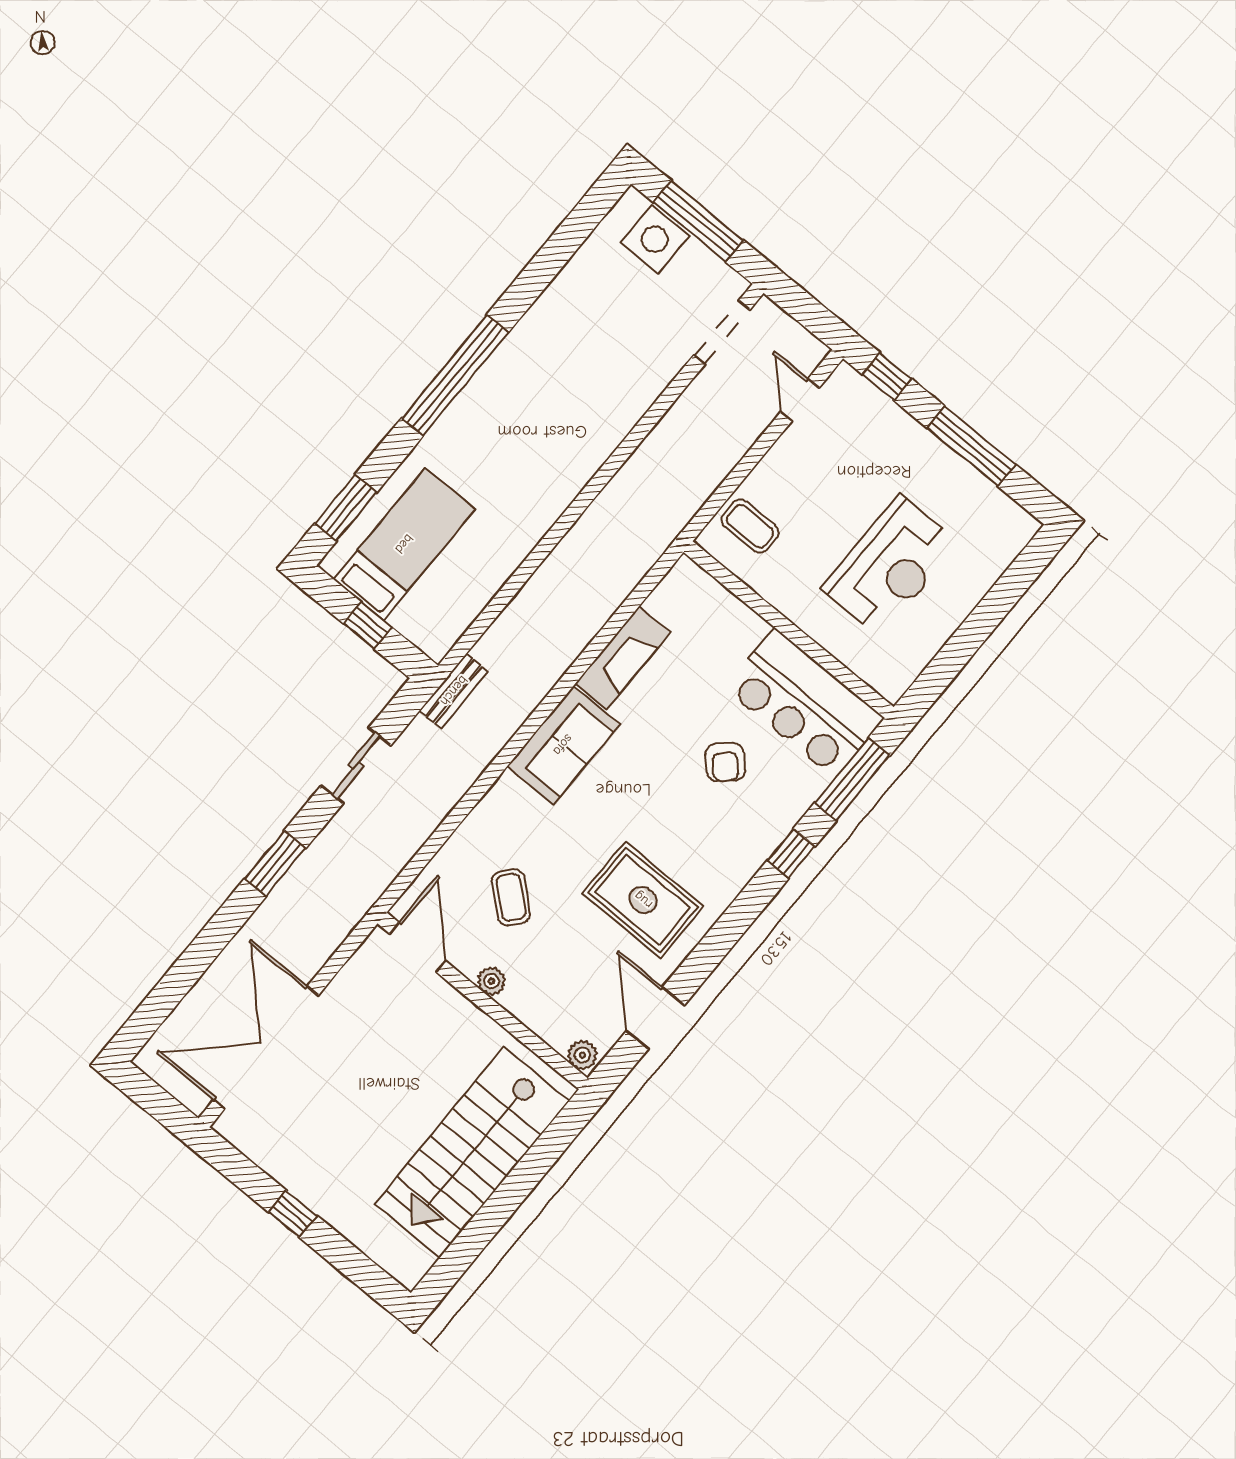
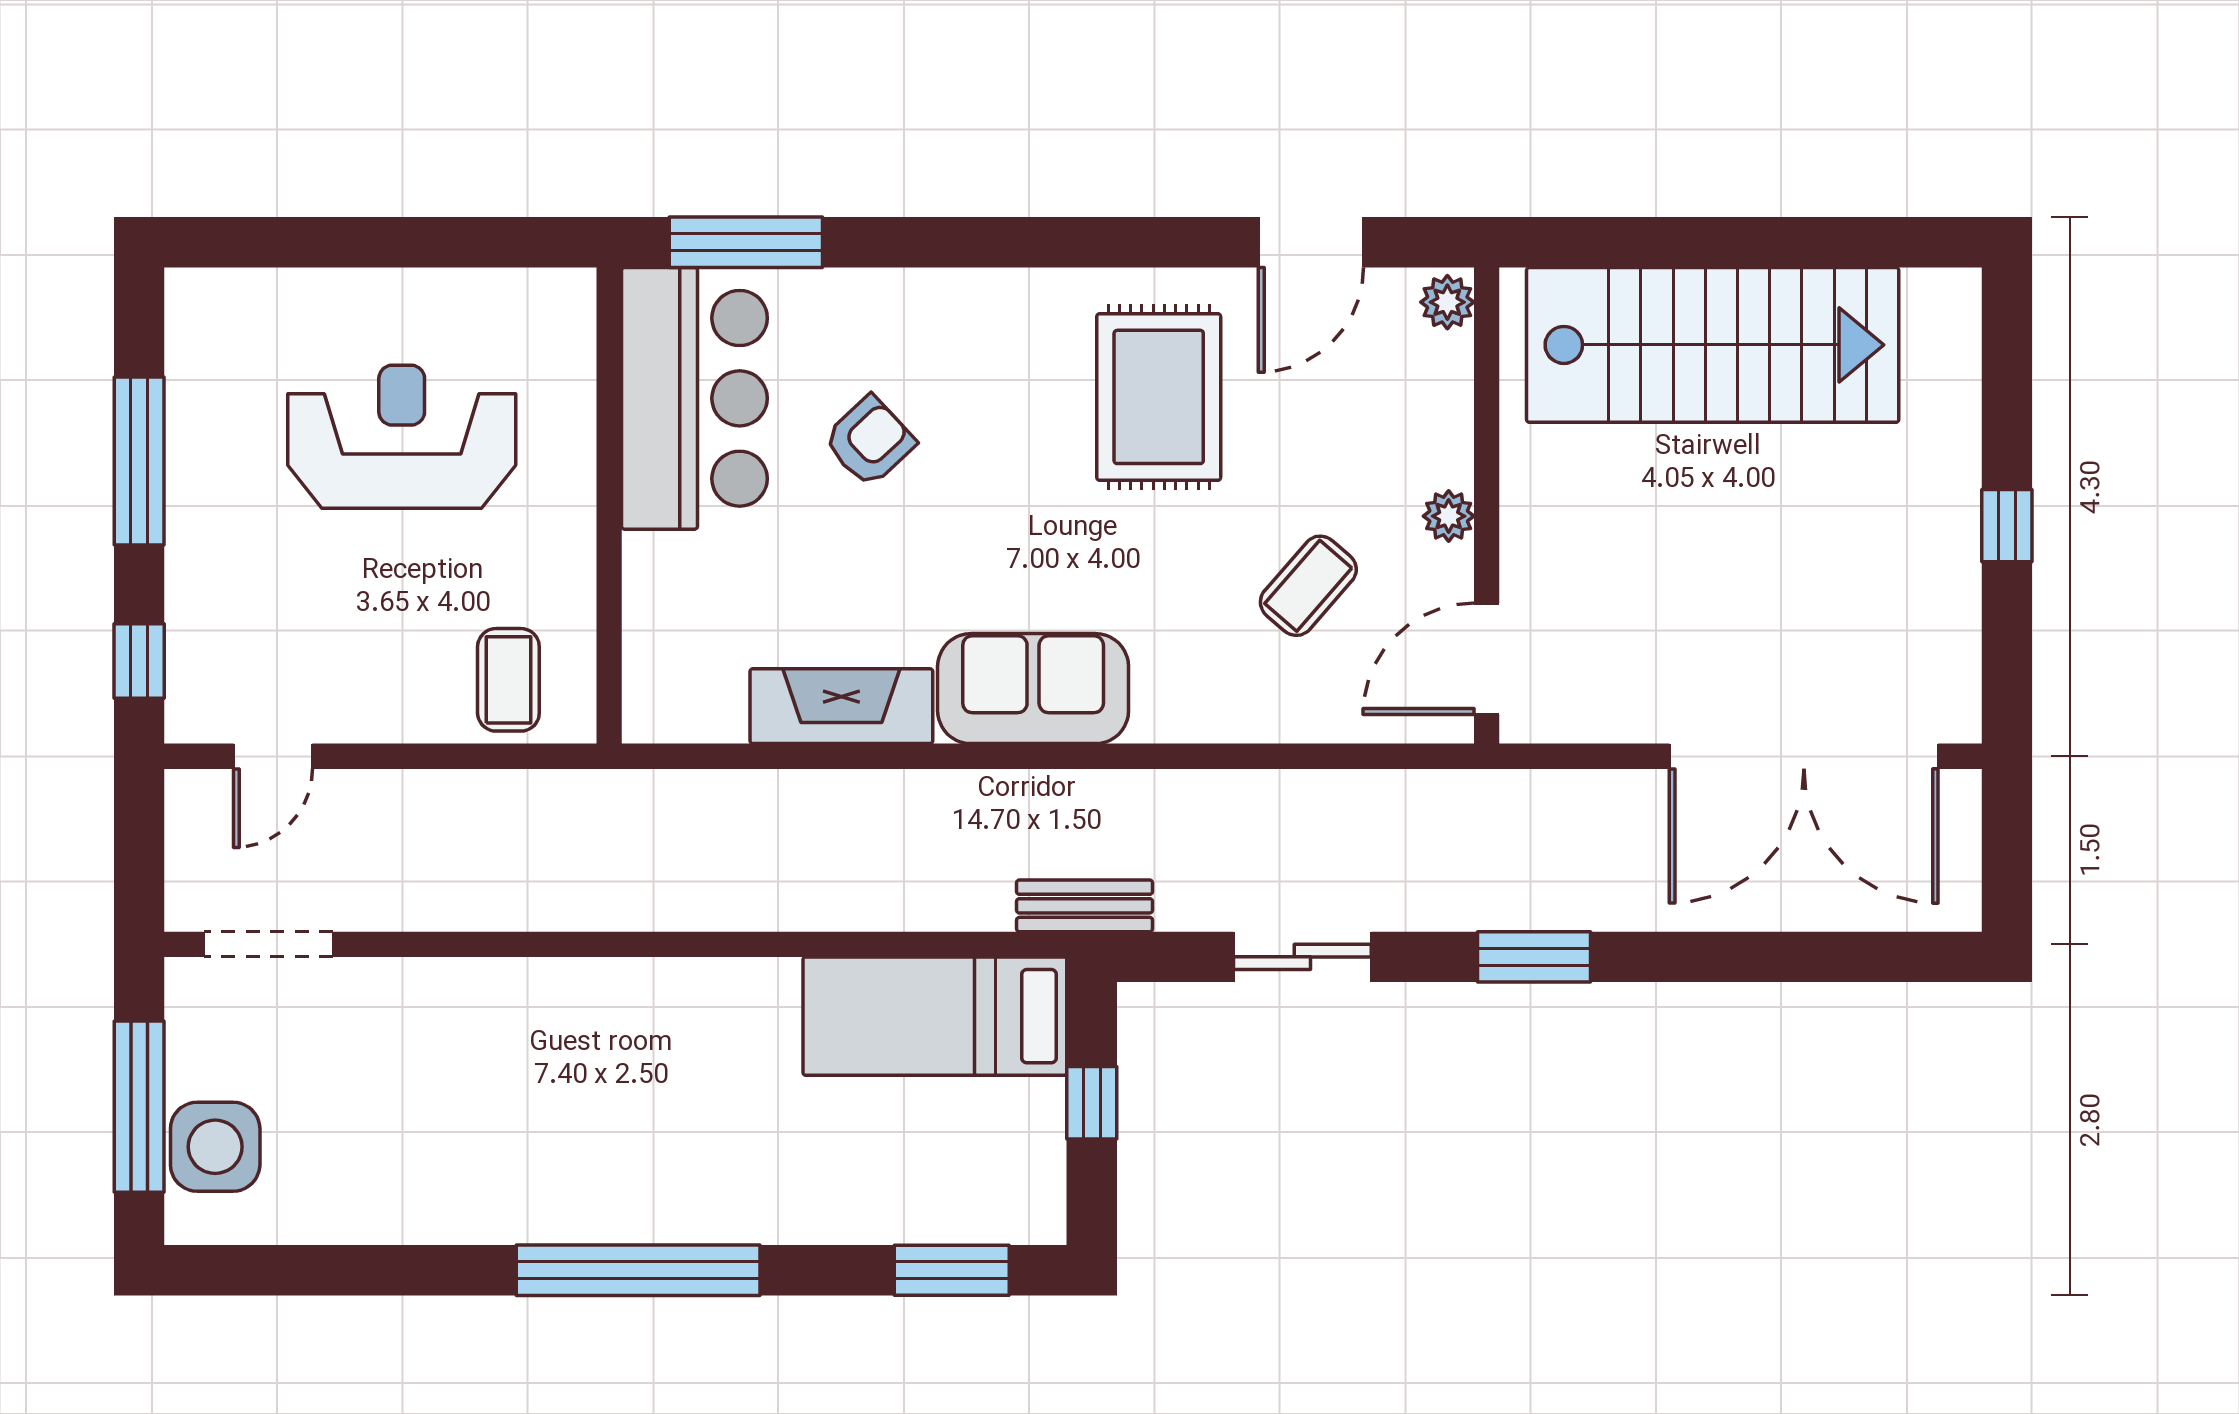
bed: (404, 544) -> (935, 1016), moved
window: (791, 853) -> (921, 242), removed

